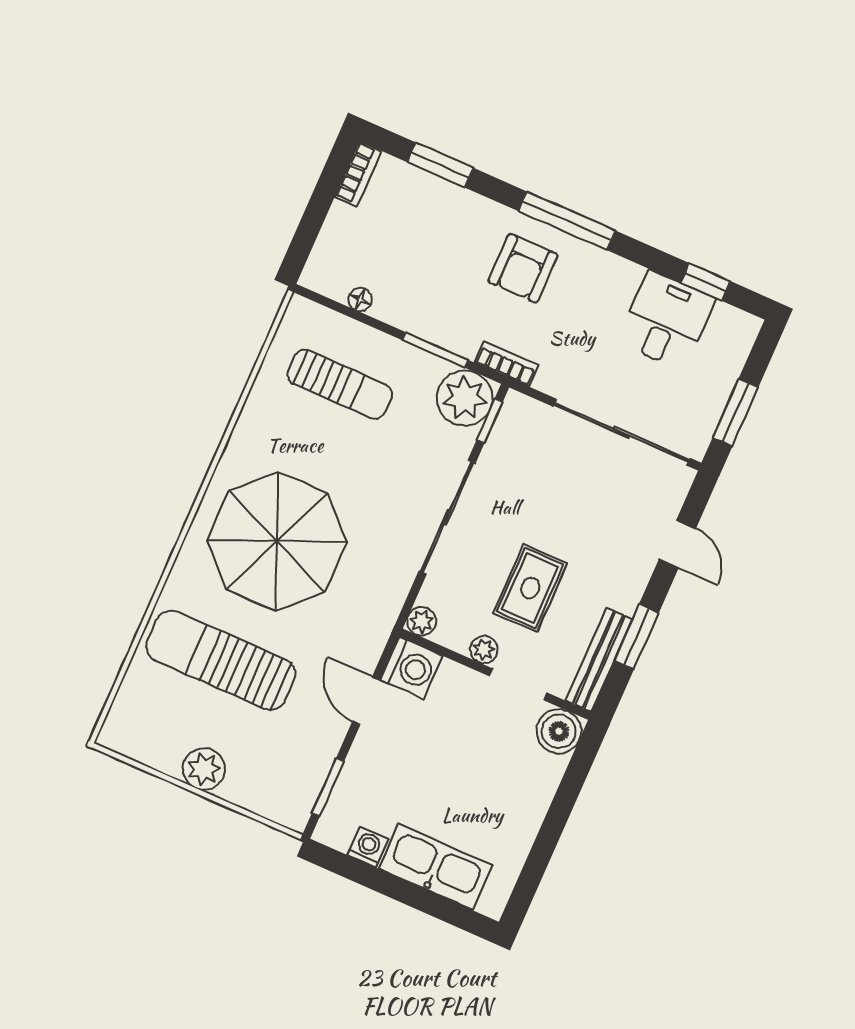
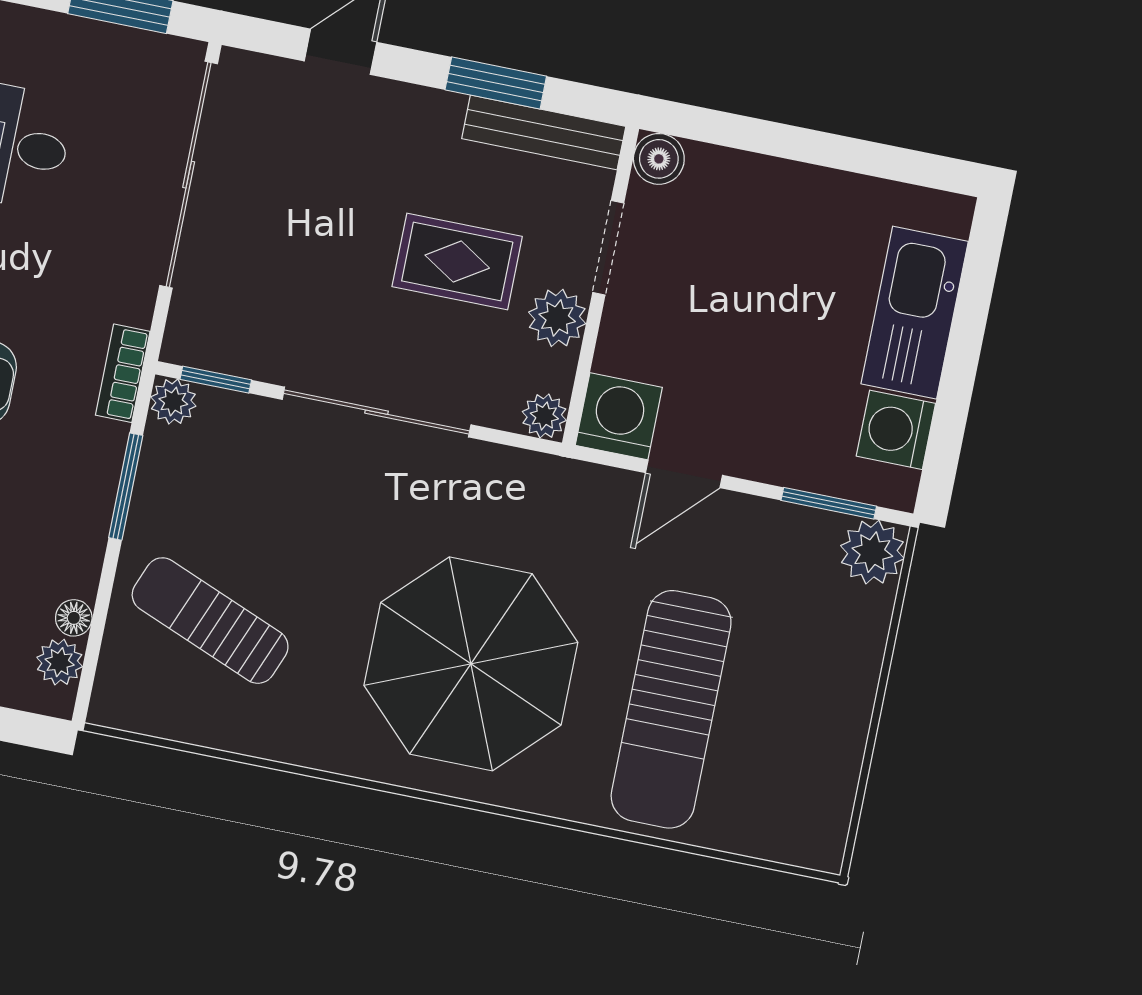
plant: (334, 285) -> (60, 662), added
sun lounger: (340, 384) -> (210, 621), turned -68
plant: (465, 398) -> (173, 402), width x0.53, depth x0.53
plant: (484, 650) -> (557, 318), width x1.38, depth x1.38
boiler: (559, 731) -> (659, 159), width x0.73, depth x0.73
plant: (204, 769) -> (872, 552), moved
washing machine: (368, 847) -> (896, 430), width x1.38, depth x1.38

